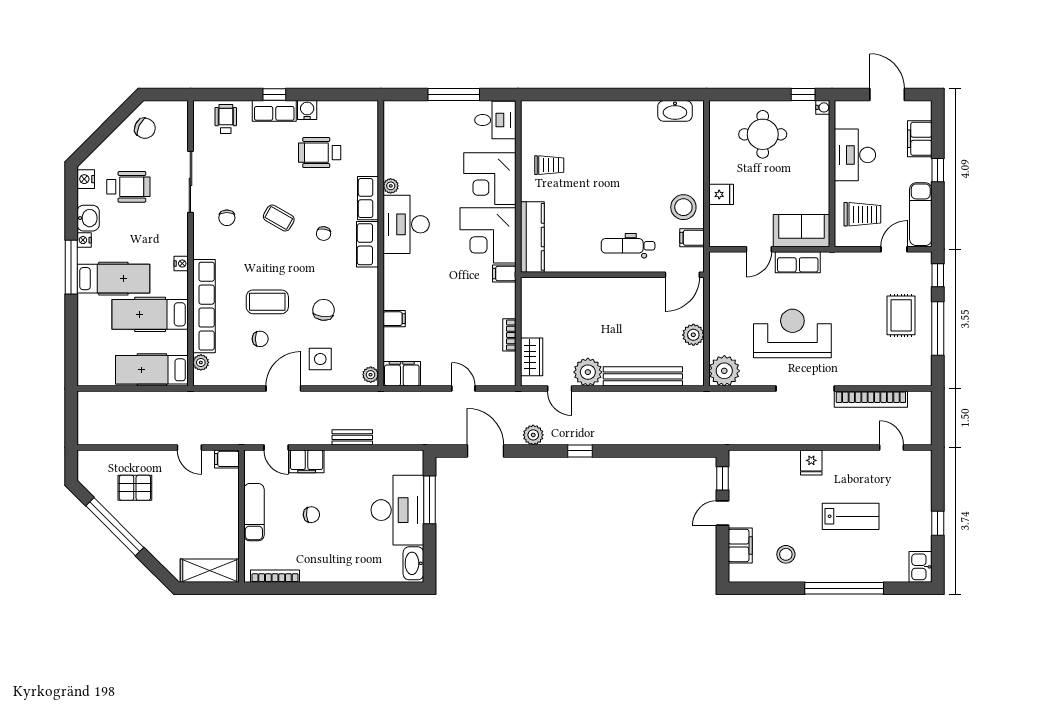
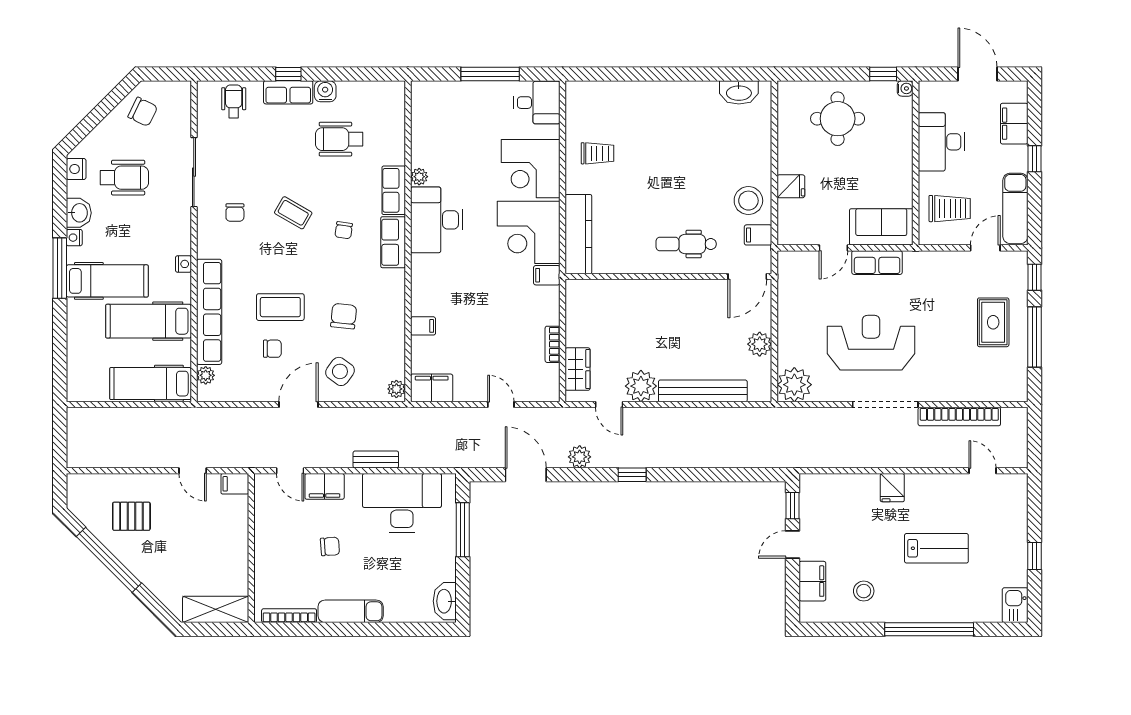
side table: (320, 359) -> (340, 371), turned 36
desk: (397, 510) -> (402, 503), moved, turned -90
exam couch: (254, 512) -> (351, 611), moved, turned -90

